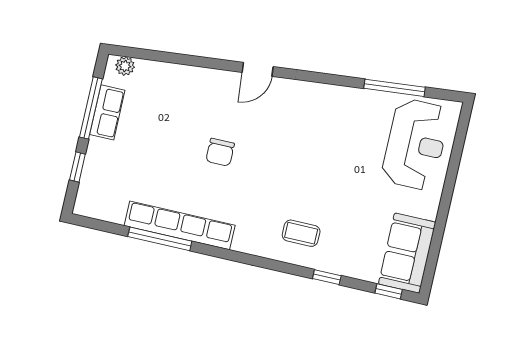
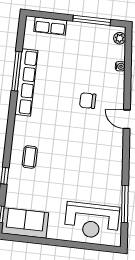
water cooler: (171, 70) -> (120, 66), added
row of seats: (107, 112) -> (50, 26), moved
chair: (220, 152) -> (88, 101), moved
window: (77, 167) -> (55, 16), removed

